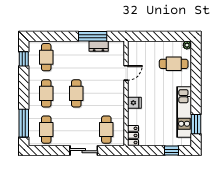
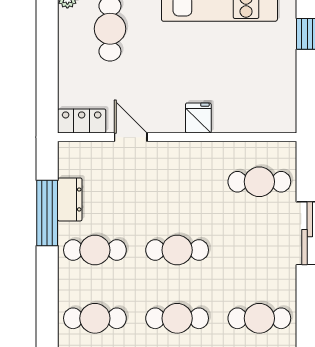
cafe table: (76, 57) -> (95, 250), added
locker: (133, 135) -> (82, 121), moved

